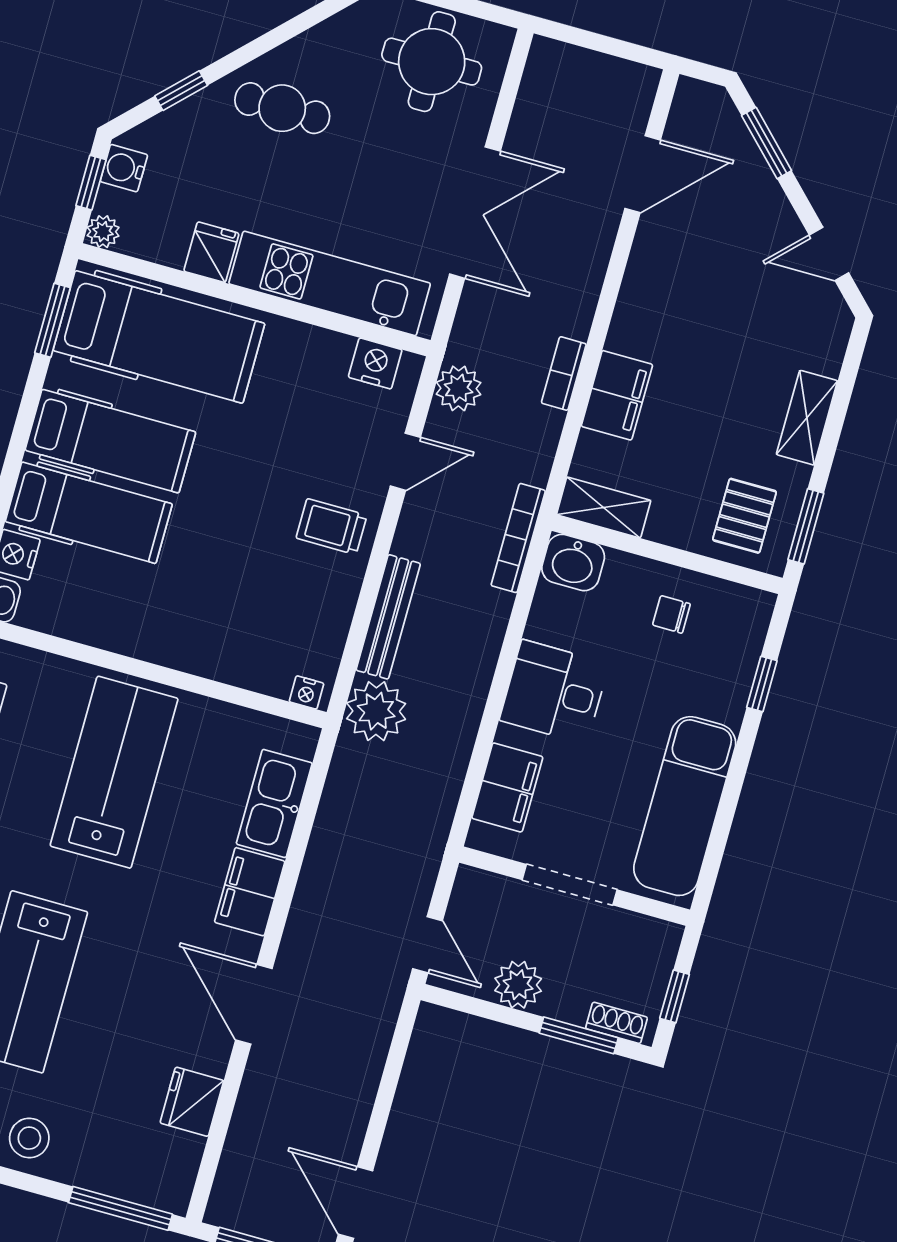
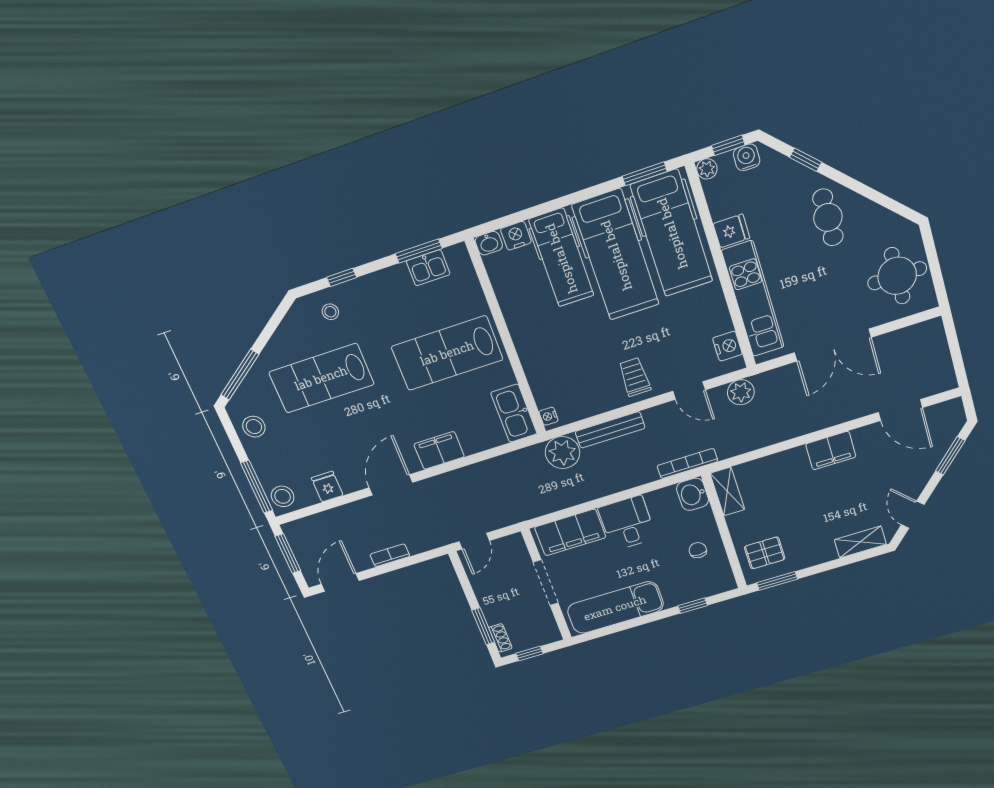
bookcase: (564, 373) -> (390, 555), moved
filing cabinet: (617, 395) -> (831, 451), moved
shelving: (807, 418) -> (860, 542), moved
hospital bed: (110, 441) -> (616, 255), width x1.37, depth x1.29
lab bench: (114, 772) -> (447, 353), turned 180
filing cabinet: (507, 787) -> (570, 532), width x1.50, depth x1.17
kitchen sink: (274, 803) -> (514, 413), moved, turned -90
plant: (518, 985) -> (486, 589), removed
fridge: (192, 1102) -> (327, 487), width x0.72
stool: (161, 1181) -> (283, 496), added

